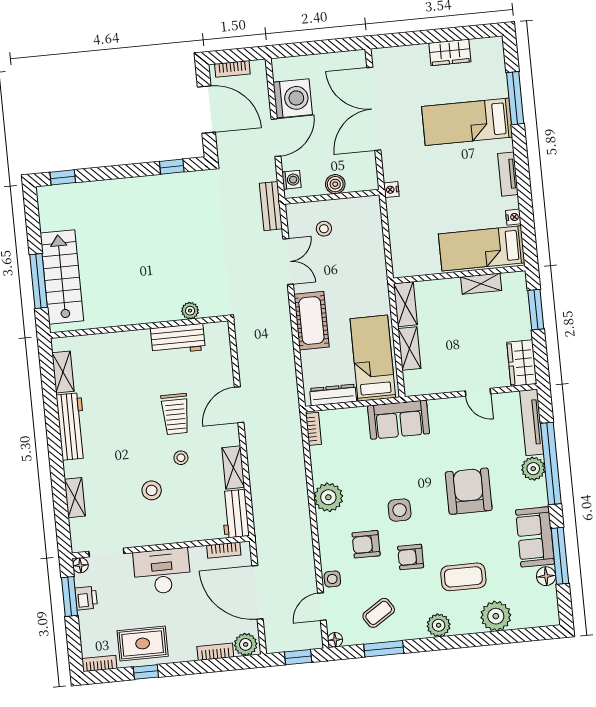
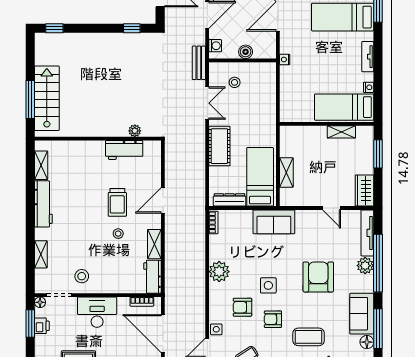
shelving: (405, 304) -> (287, 141), removed
stool: (152, 490) -> (82, 276), moved

